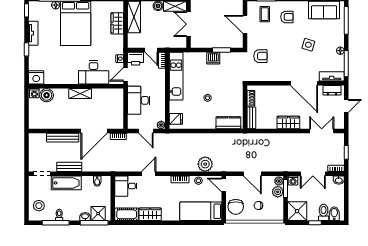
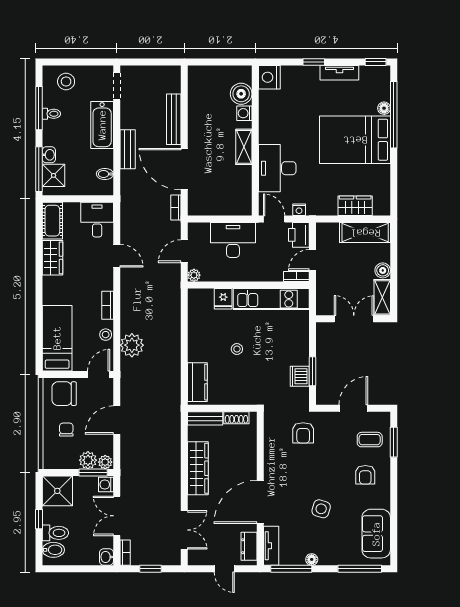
dishwasher: (213, 58) -> (300, 376), moved
washing machine: (34, 93) -> (244, 113), moved
fridge: (176, 119) -> (223, 299), moved
wardrobe: (288, 122) -> (198, 468), width x1.50
bench: (69, 167) -> (128, 149), moved

